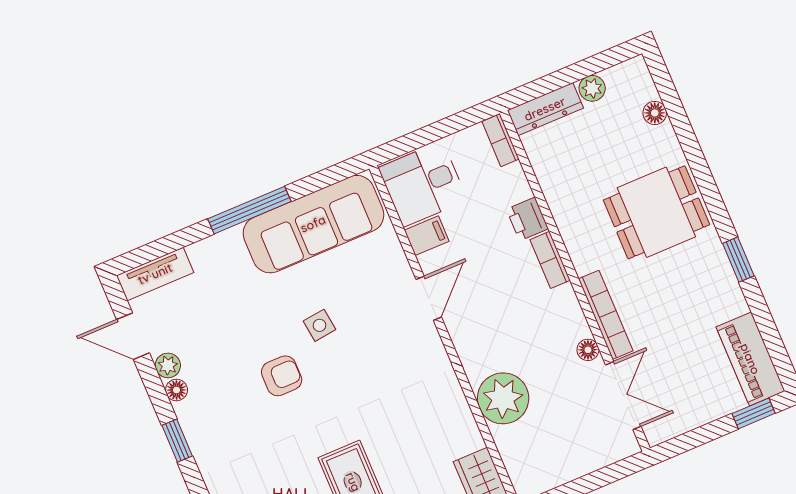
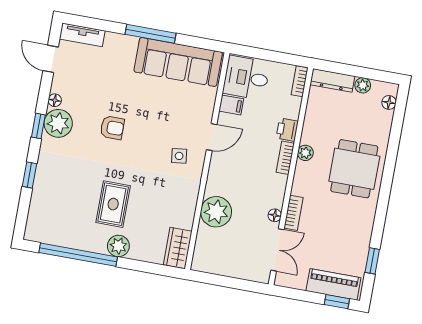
floor lamp: (655, 113) -> (389, 102), moved
dining table: (656, 212) -> (354, 169), turned 90
plant: (574, 235) -> (305, 153), added
window: (738, 260) -> (372, 261), moved
bookcase: (606, 315) -> (293, 213), width x0.64
side table: (320, 325) -> (179, 156), moved
piano: (750, 359) -> (333, 284), moved, turned 90
plant: (168, 365) -> (58, 123), moved, width x1.87, depth x1.87

